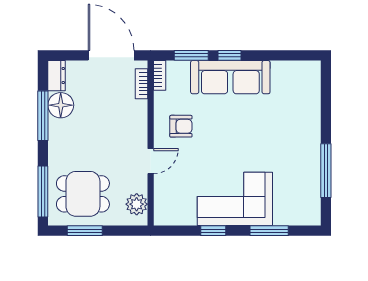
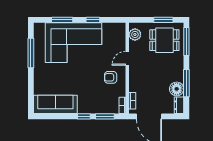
sofa: (230, 77) -> (55, 104), moved
corner sofa: (235, 199) -> (73, 43), width x1.36, depth x1.36

